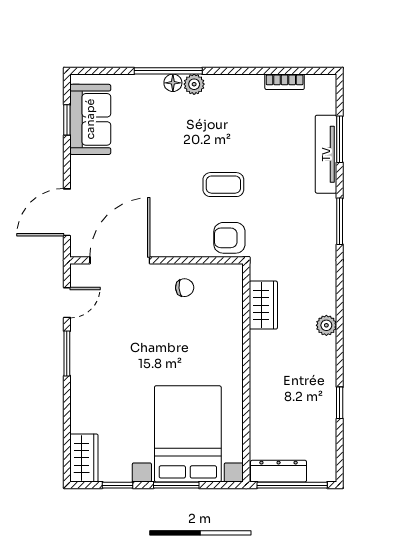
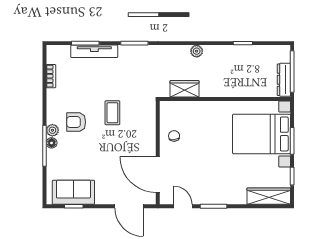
armchair: (229, 238) -> (76, 122), moved, turned 90
wardrobe: (84, 458) -> (269, 196), width x1.50

